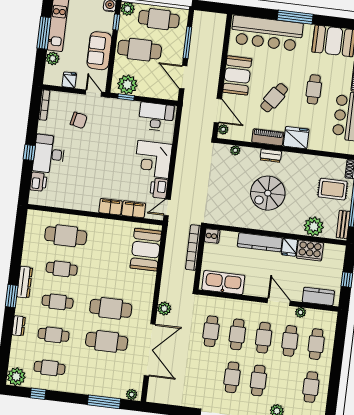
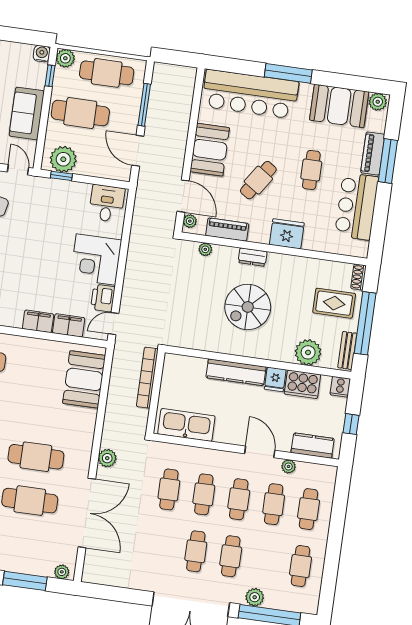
desk: (156, 117) -> (107, 203), width x0.73
piano: (268, 137) -> (227, 230), moved
cooker: (212, 236) -> (340, 387), moved, turned 90

